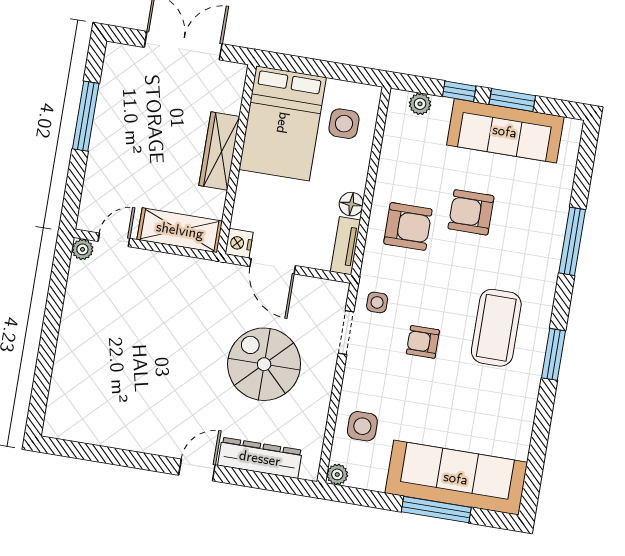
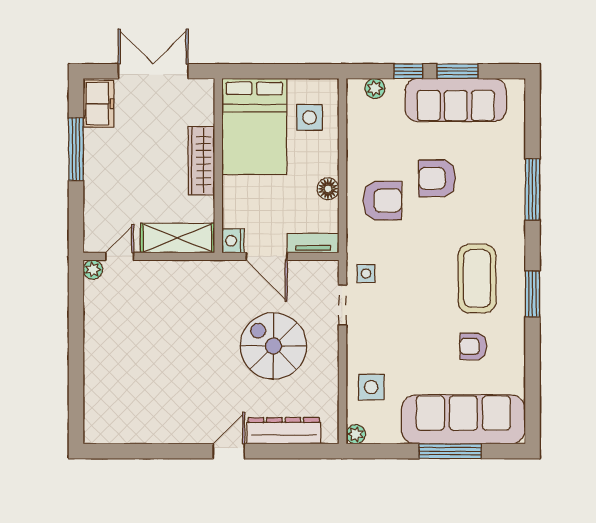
freezer: (118, 71) -> (99, 104), added
tv unit: (346, 246) -> (313, 243), moved, turned 90
armchair: (423, 342) -> (473, 346), moved

